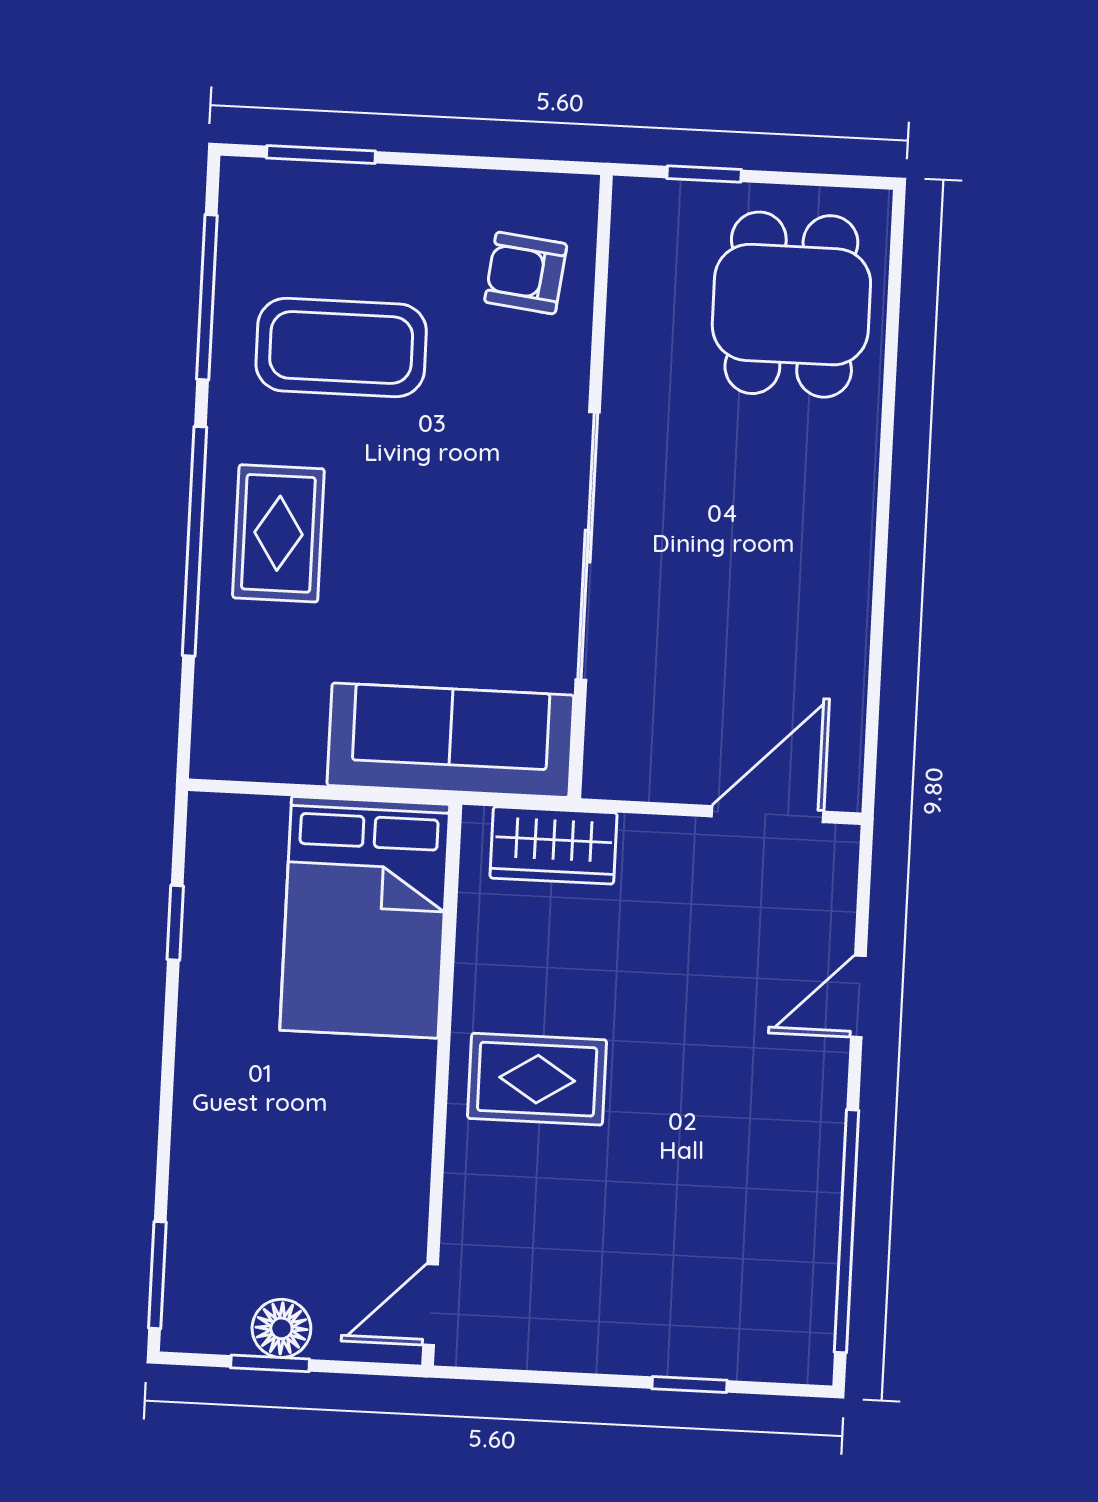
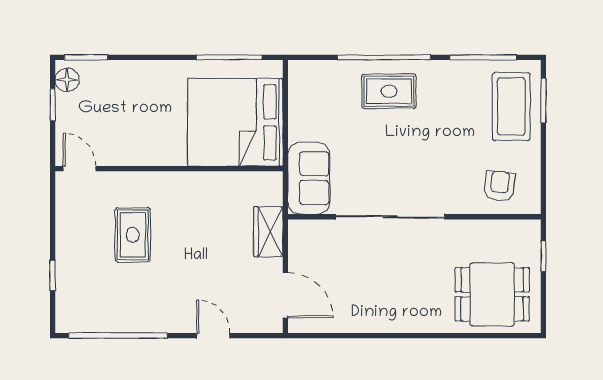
coffee table: (341, 348) -> (511, 107), moved
sofa: (450, 740) -> (309, 178), width x0.73
wardrobe: (553, 845) -> (268, 232), moved
bed: (365, 917) -> (235, 122), width x1.36
window: (175, 923) -> (229, 57), width x2.17
rug: (537, 1079) -> (133, 235), moved
floor lamp: (281, 1328) -> (67, 80), moved

